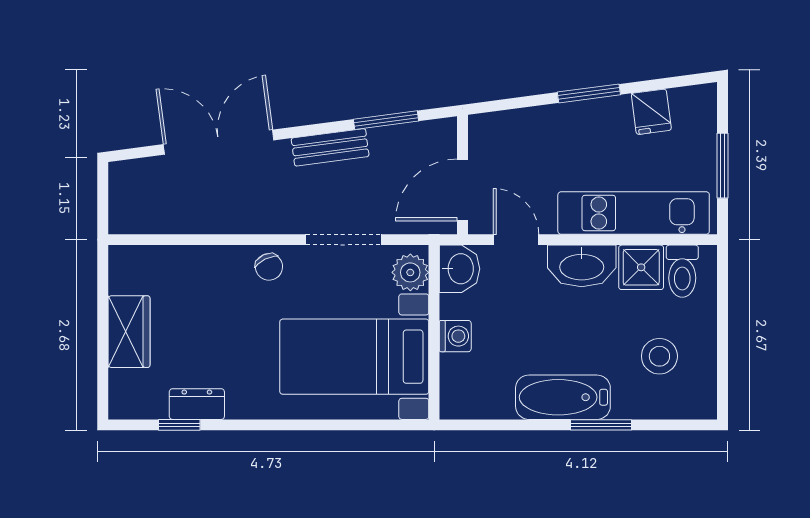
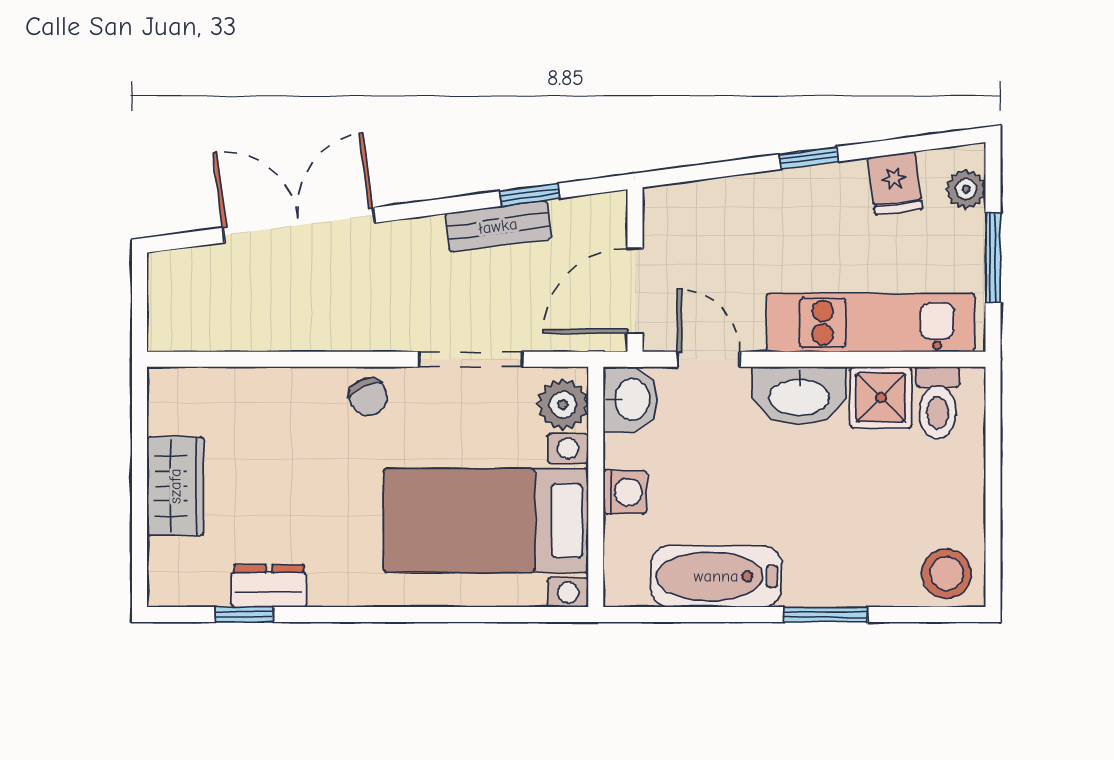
window: (589, 93) -> (809, 158), width x0.67
plant: (703, 116) -> (966, 189), added
window: (386, 120) -> (530, 195), width x0.67
bench: (330, 147) -> (498, 226), moved
stool: (659, 356) -> (947, 574), moved
bathtub: (563, 397) -> (716, 576), moved

